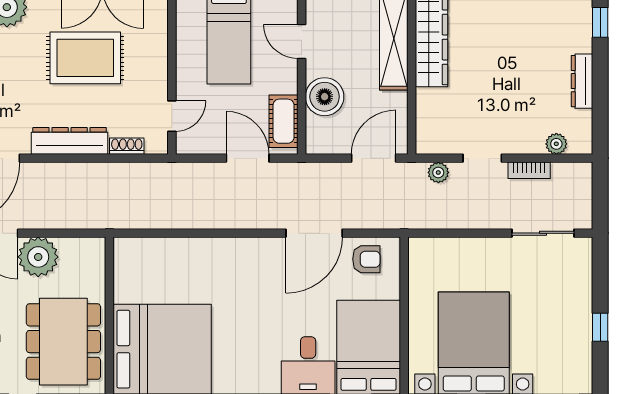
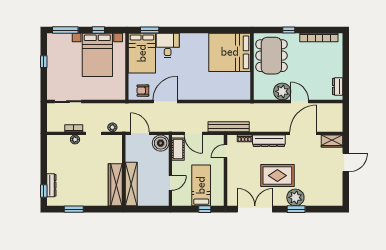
door: (302, 41) -> (170, 183), hinge flipped
rug: (85, 58) -> (277, 176), moved
dresser: (582, 81) -> (51, 185), moved
boiler: (325, 97) -> (161, 143), moved
plant: (556, 144) -> (75, 139), moved
door: (374, 158) -> (140, 133), swing flipped
bench: (164, 174) -> (229, 127), added

